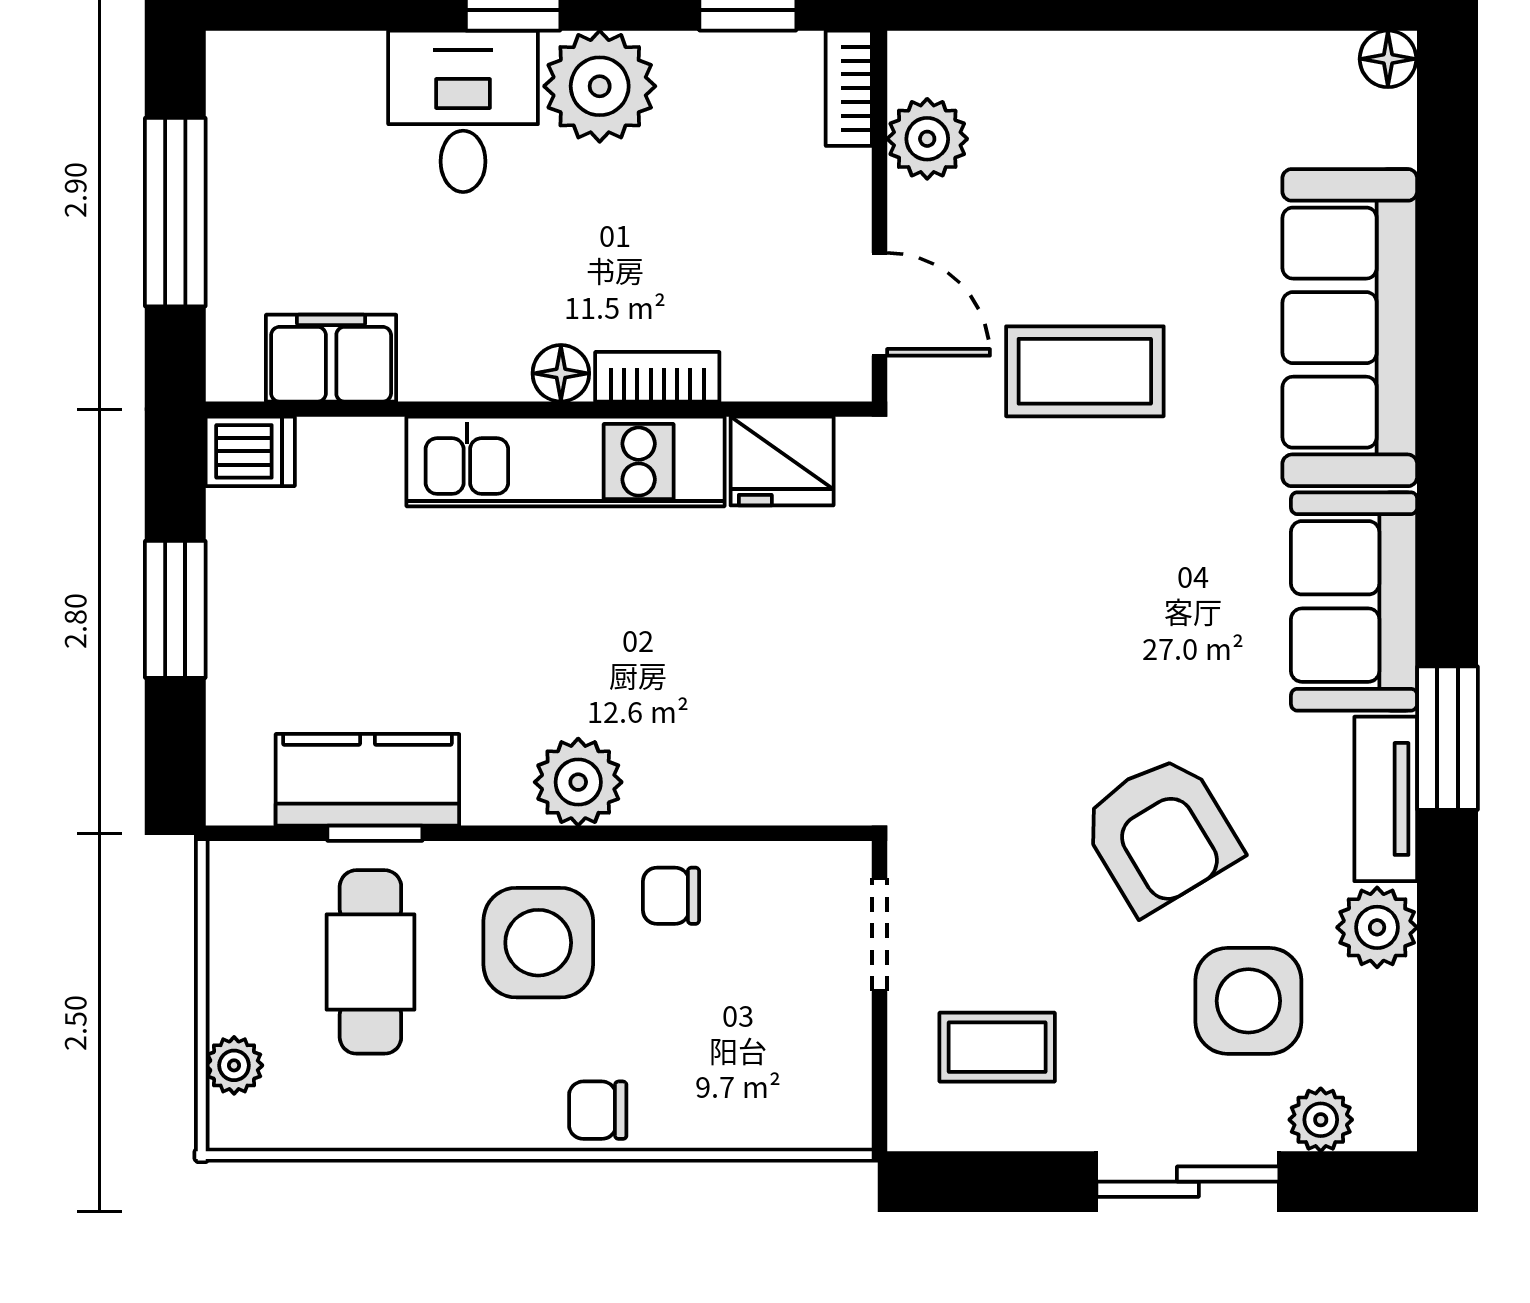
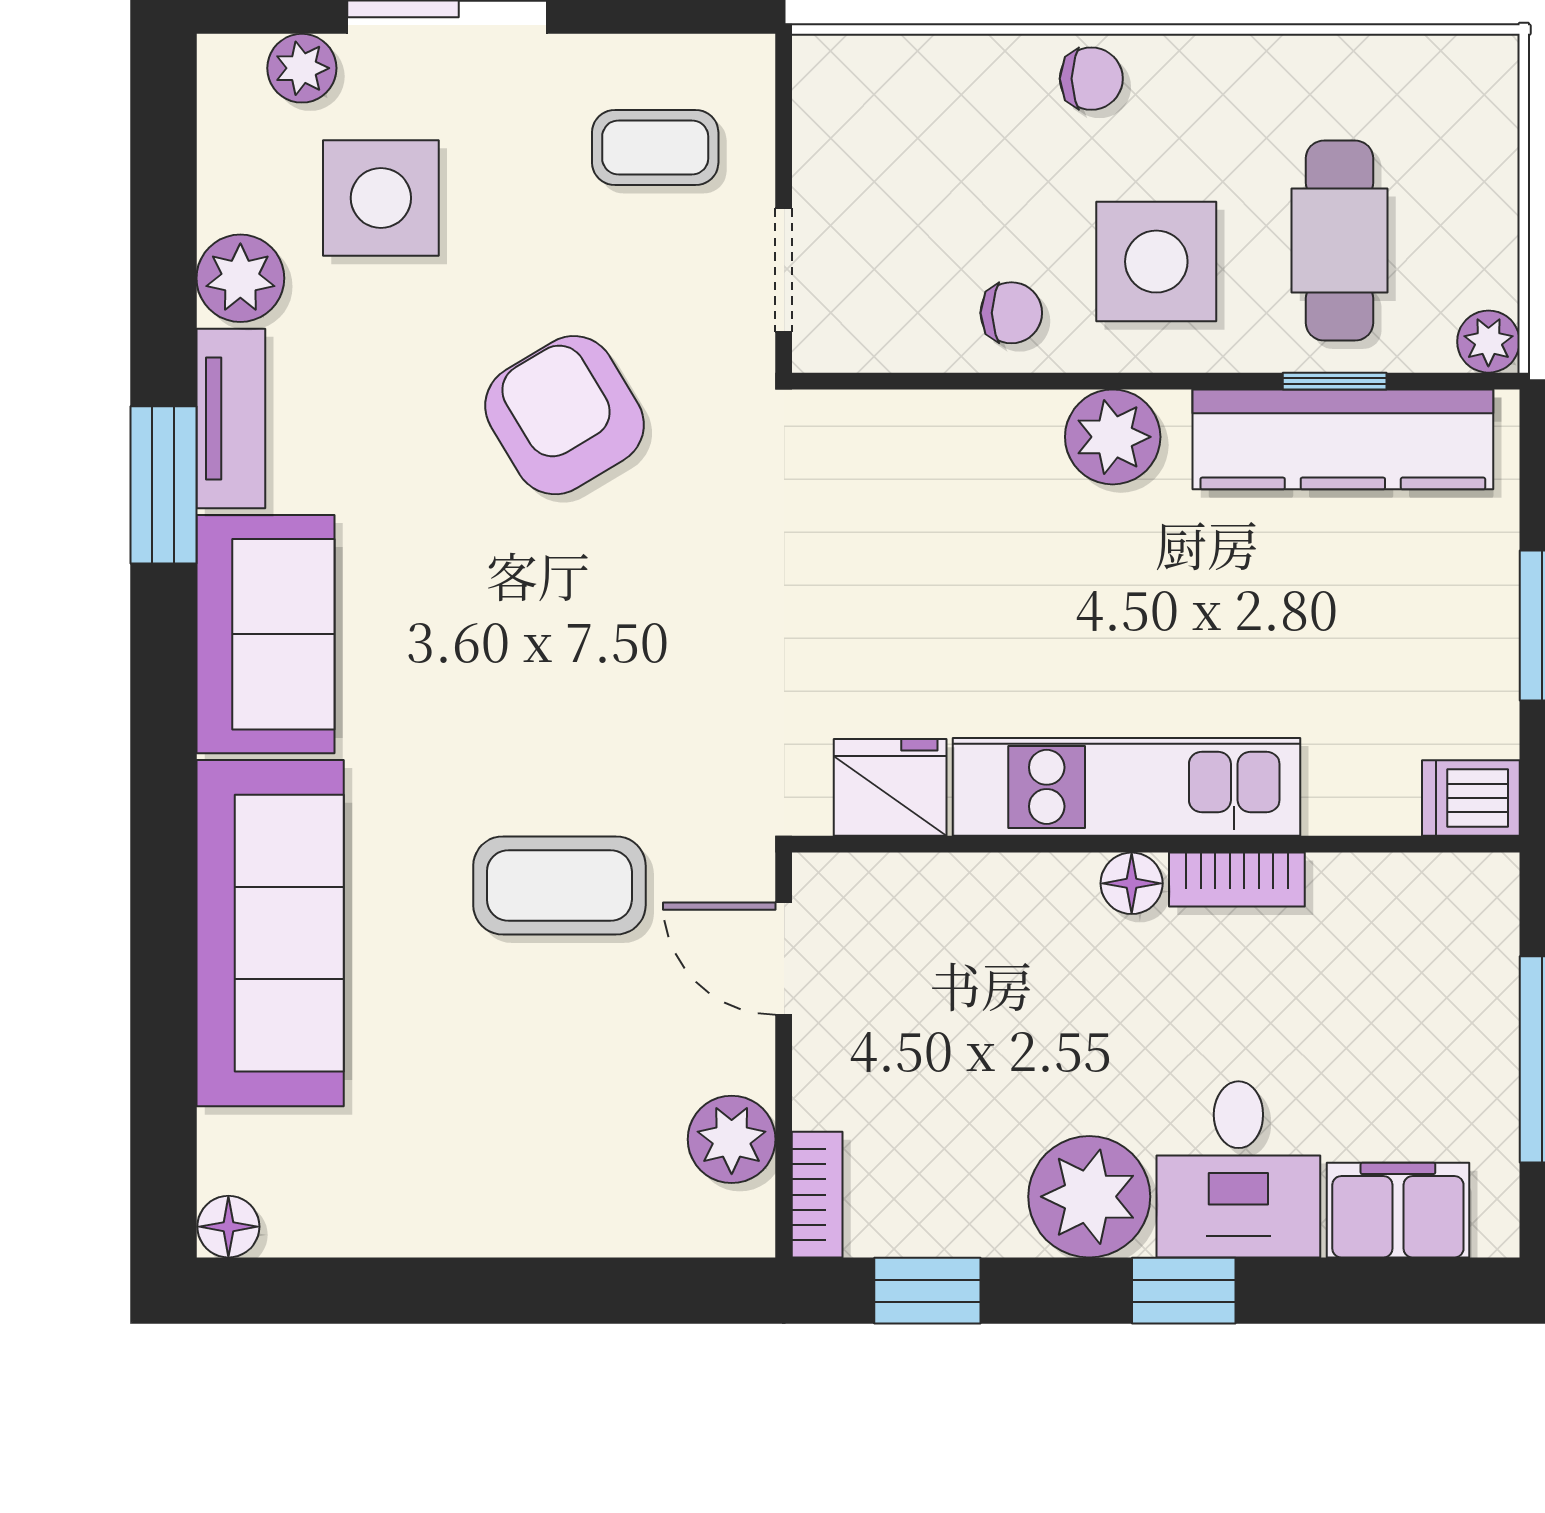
filing cabinet: (331, 358) -> (1398, 1210), moved, turned 180
bookcase: (657, 377) -> (1237, 880), moved
kitchen counter: (367, 780) -> (1343, 439), width x1.50
armchair: (1160, 834) -> (565, 415), moved
plant: (234, 1065) -> (1488, 342), moved

